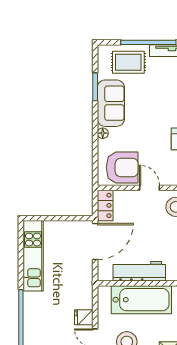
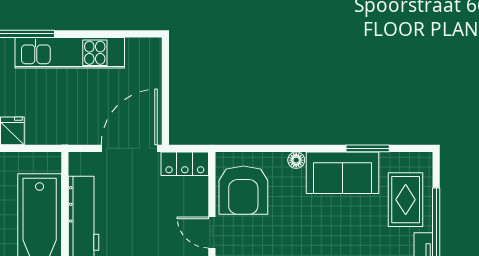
door: (150, 188) -> (212, 232), swing flipped
door: (95, 242) -> (129, 148), swing flipped
kitchen unit: (33, 256) -> (70, 53), moved

